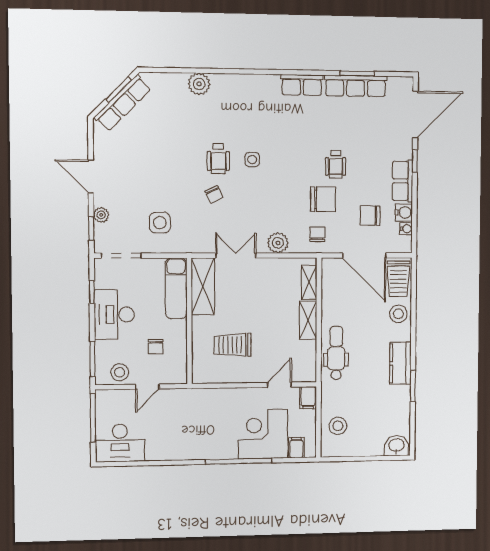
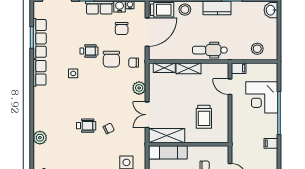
side table: (252, 159) -> (73, 73), moved
chair: (323, 199) -> (111, 59), turned 180
filing cabinet: (296, 448) -> (271, 143), moved

